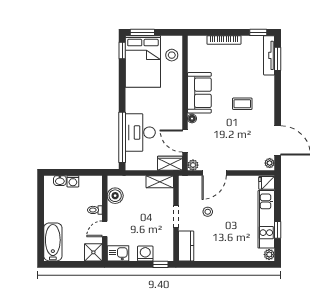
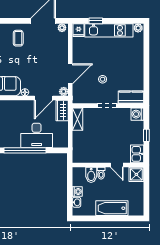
coffee table: (242, 104) -> (18, 38), moved
window: (122, 137) -> (25, 150), moved
door: (214, 173) -> (70, 74), hinge flipped
boiler: (115, 196) -> (89, 156), removed
bidet: (93, 198) -> (91, 175), added
window: (278, 230) -> (96, 21), moved
bathtub: (53, 242) -> (112, 208), moved
washing machine: (145, 254) -> (137, 114), moved
window: (161, 264) -> (146, 135), moved

